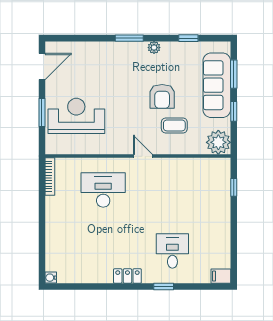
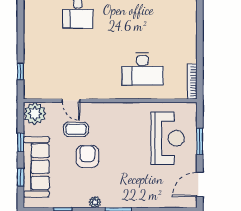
window: (234, 74) -> (21, 177), width x0.67
reception desk: (76, 116) -> (168, 138), turned -90
door: (143, 156) -> (71, 101), moved

